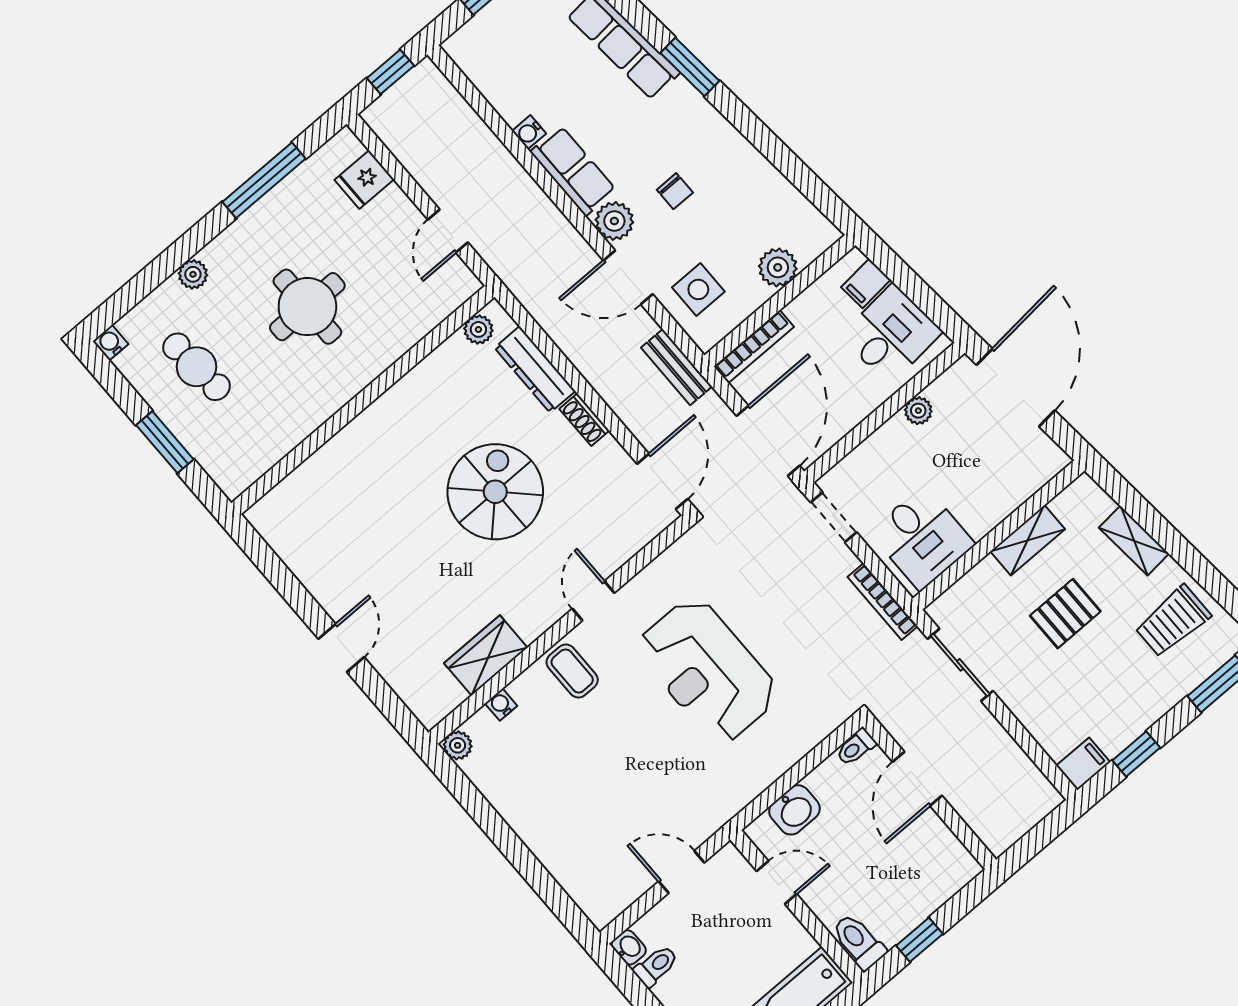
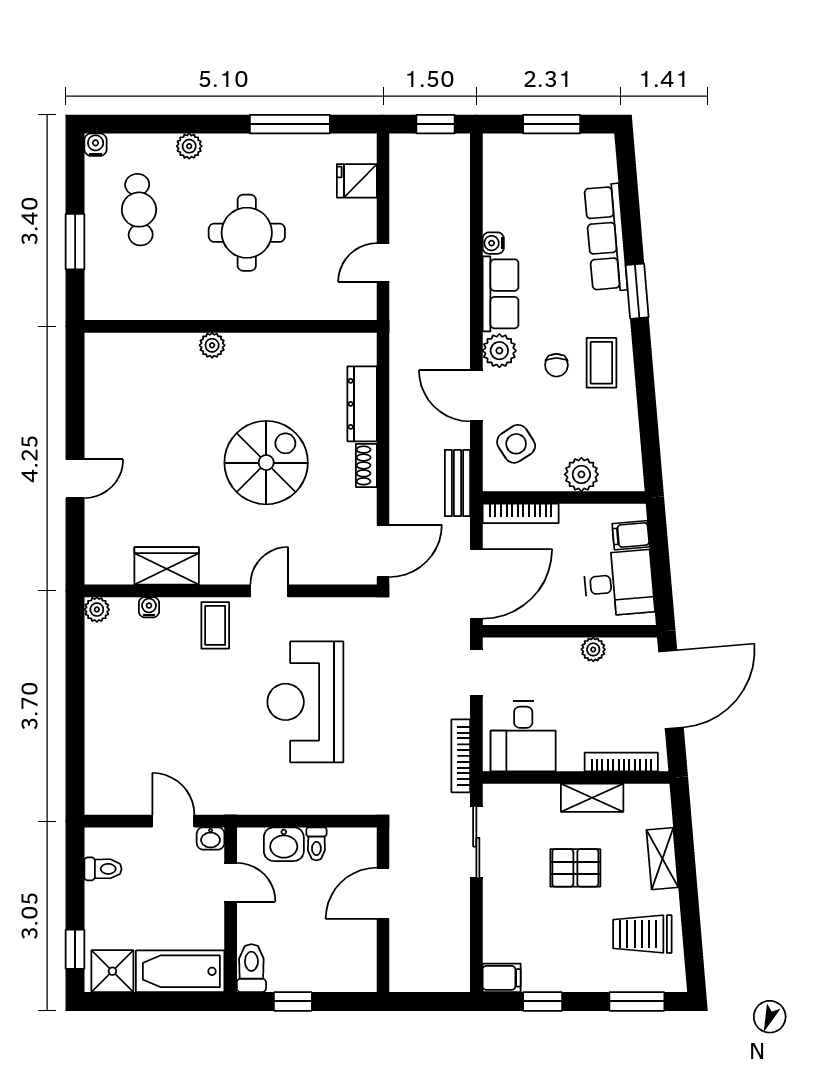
coffee table: (712, 156) -> (601, 363), added
side table: (698, 289) -> (516, 444), turned -33
plant: (478, 329) -> (212, 345), moved
bookcase: (1026, 487) -> (621, 762), added
toilet: (856, 747) -> (316, 844), moved, turned -90
washbasin: (629, 947) -> (211, 838), moved, turned 90

